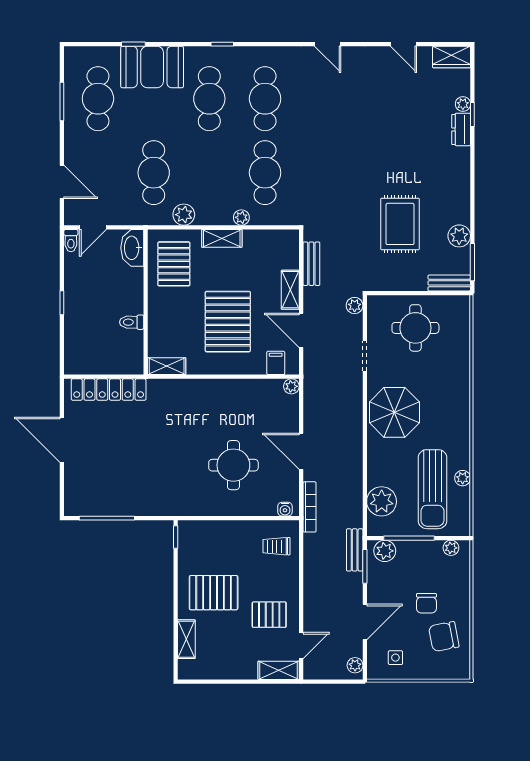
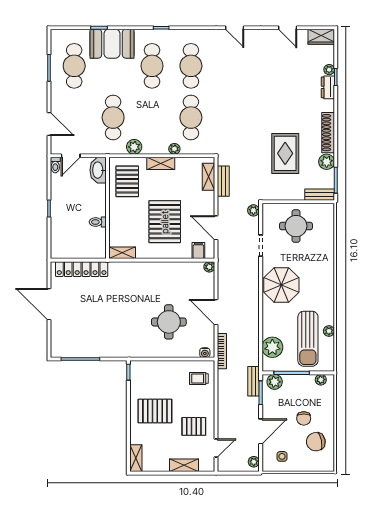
shoe rack: (461, 194) -> (328, 133), added
shelving: (290, 290) -> (209, 177), moved
shelving: (186, 639) -> (136, 458), moved
shelving: (279, 670) -> (184, 465), moved

